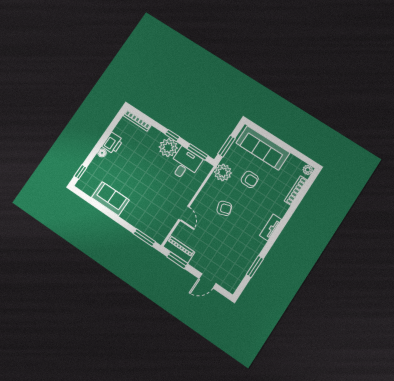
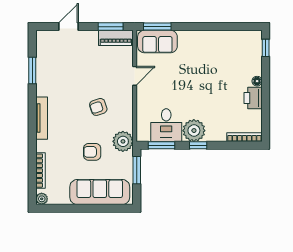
sofa: (110, 199) -> (157, 41), moved
door: (184, 213) -> (135, 76), swing flipped
tv unit: (270, 227) -> (42, 118), width x1.41

